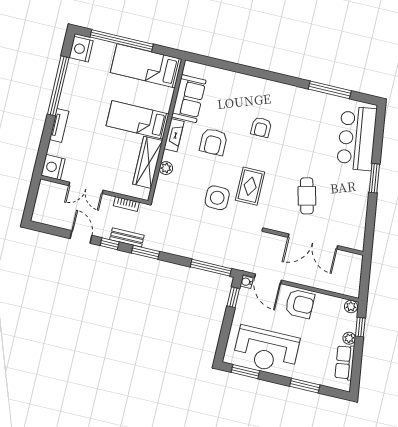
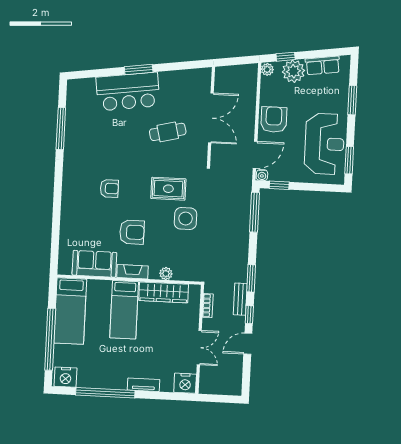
bar counter: (357, 138) -> (128, 91), moved
plant: (349, 338) -> (293, 71), width x1.88, depth x1.88

